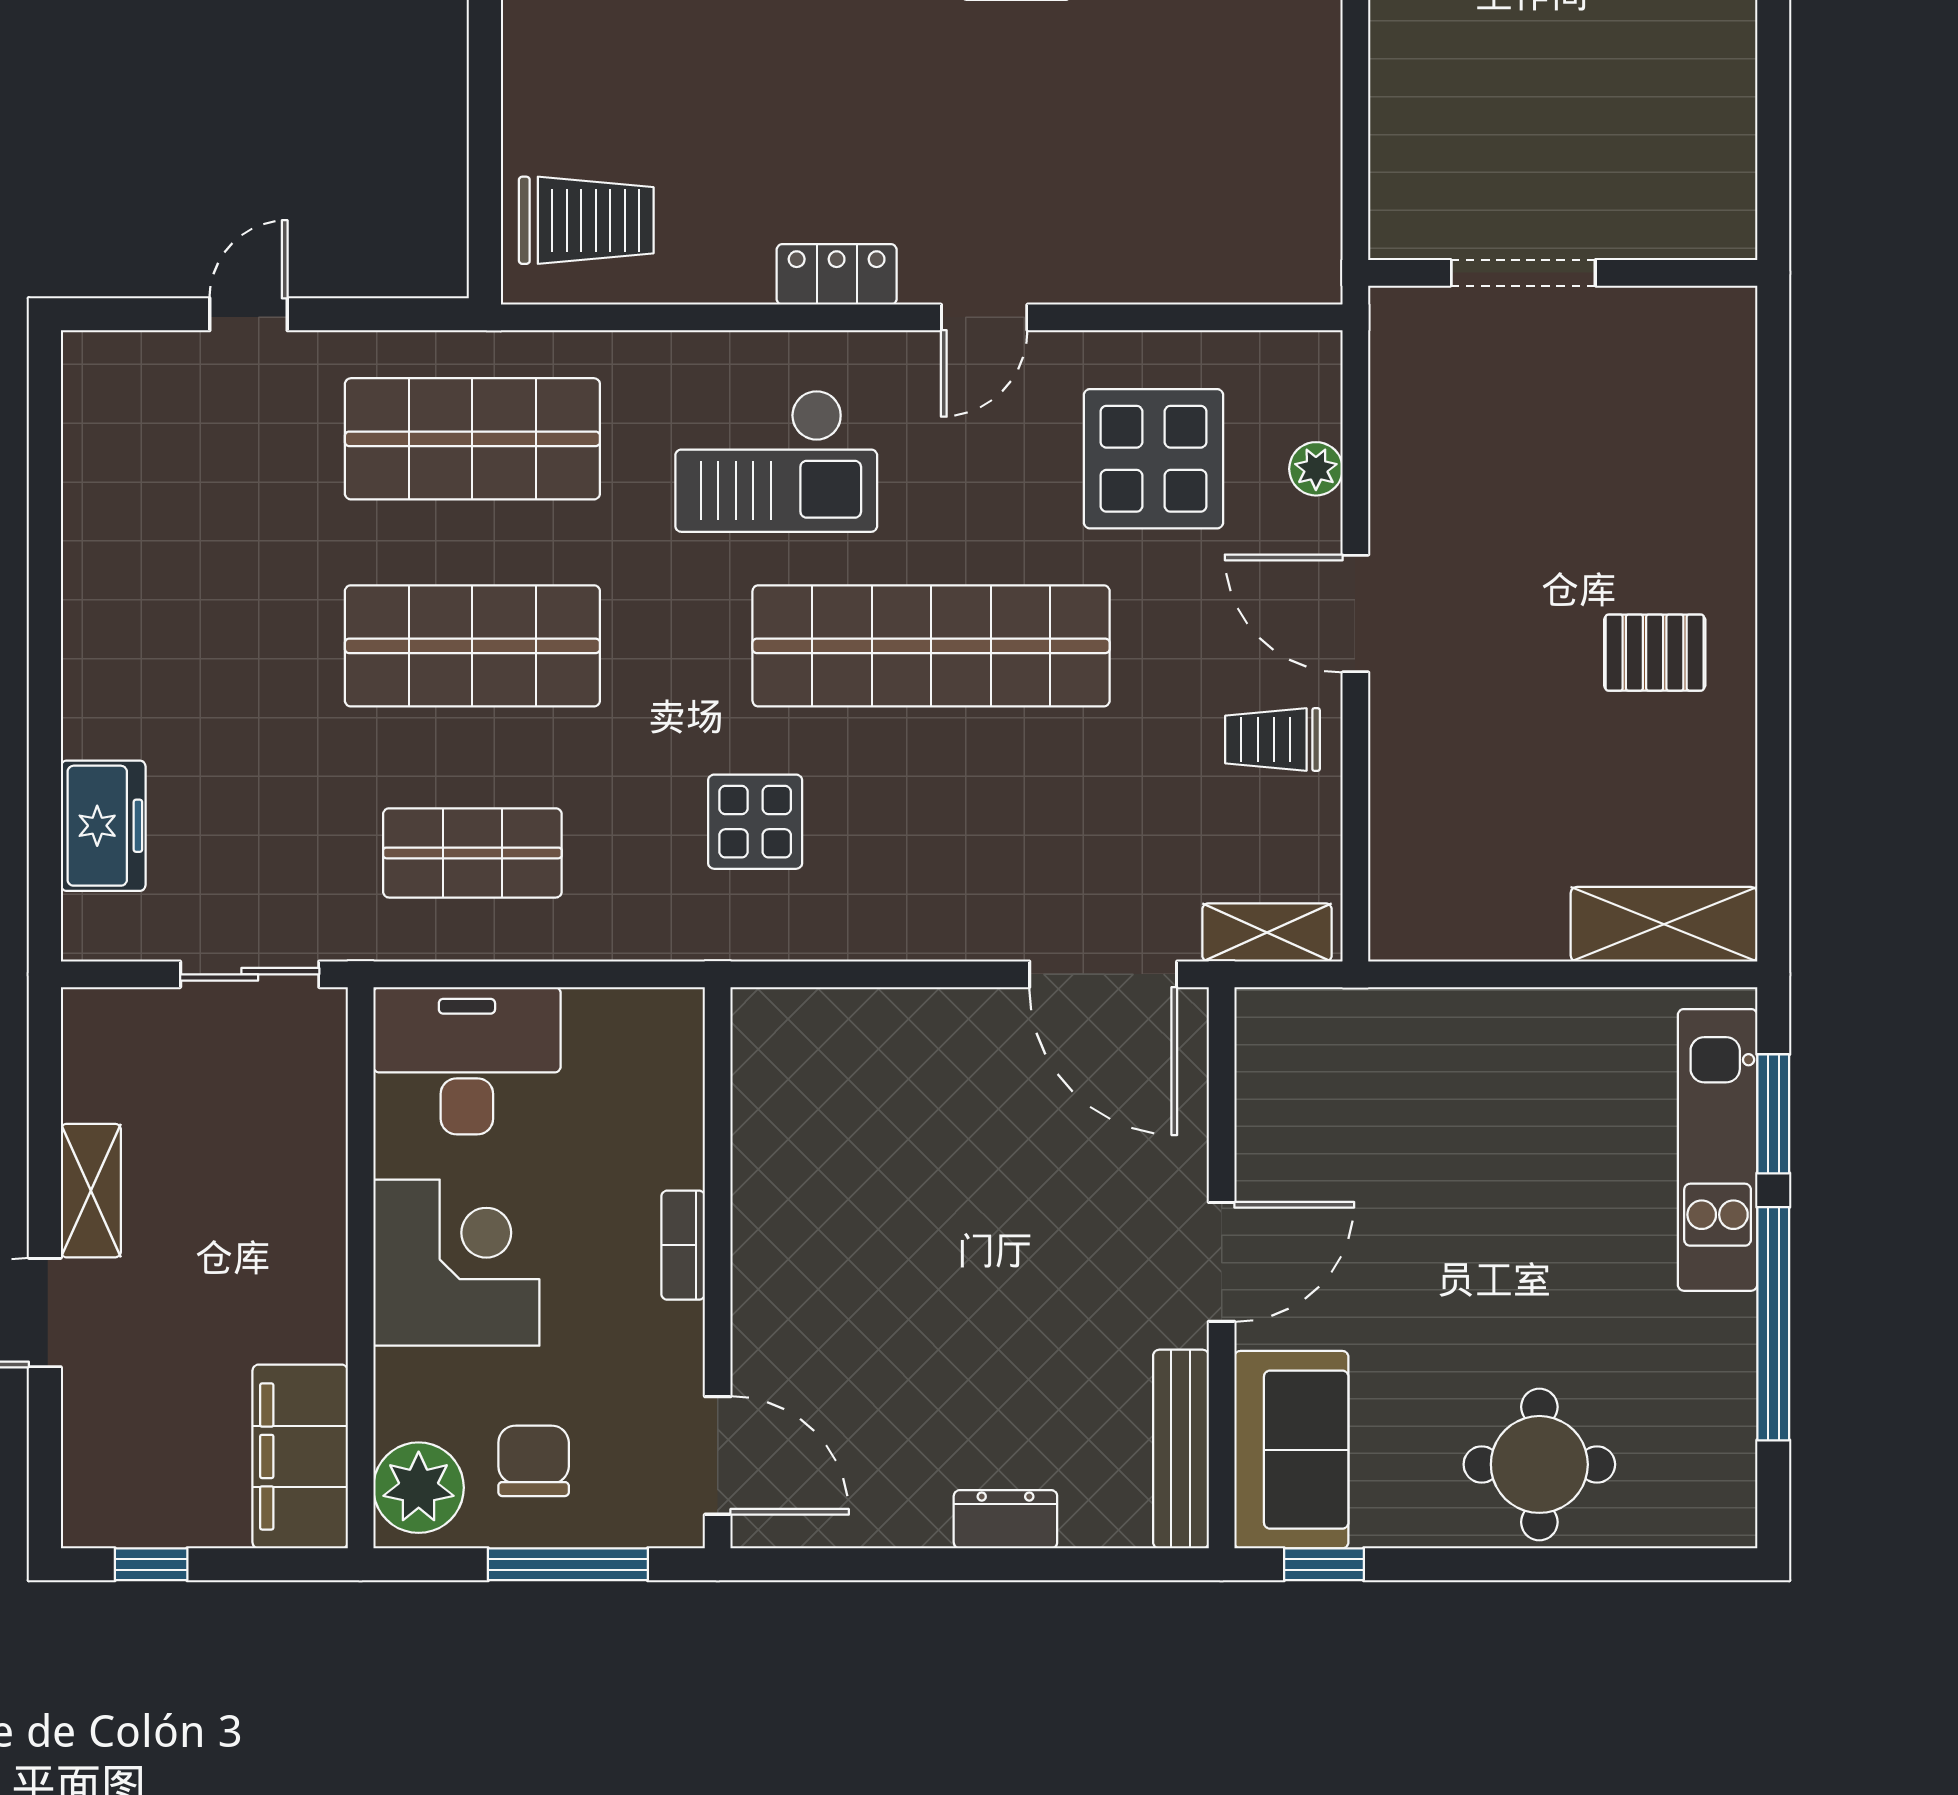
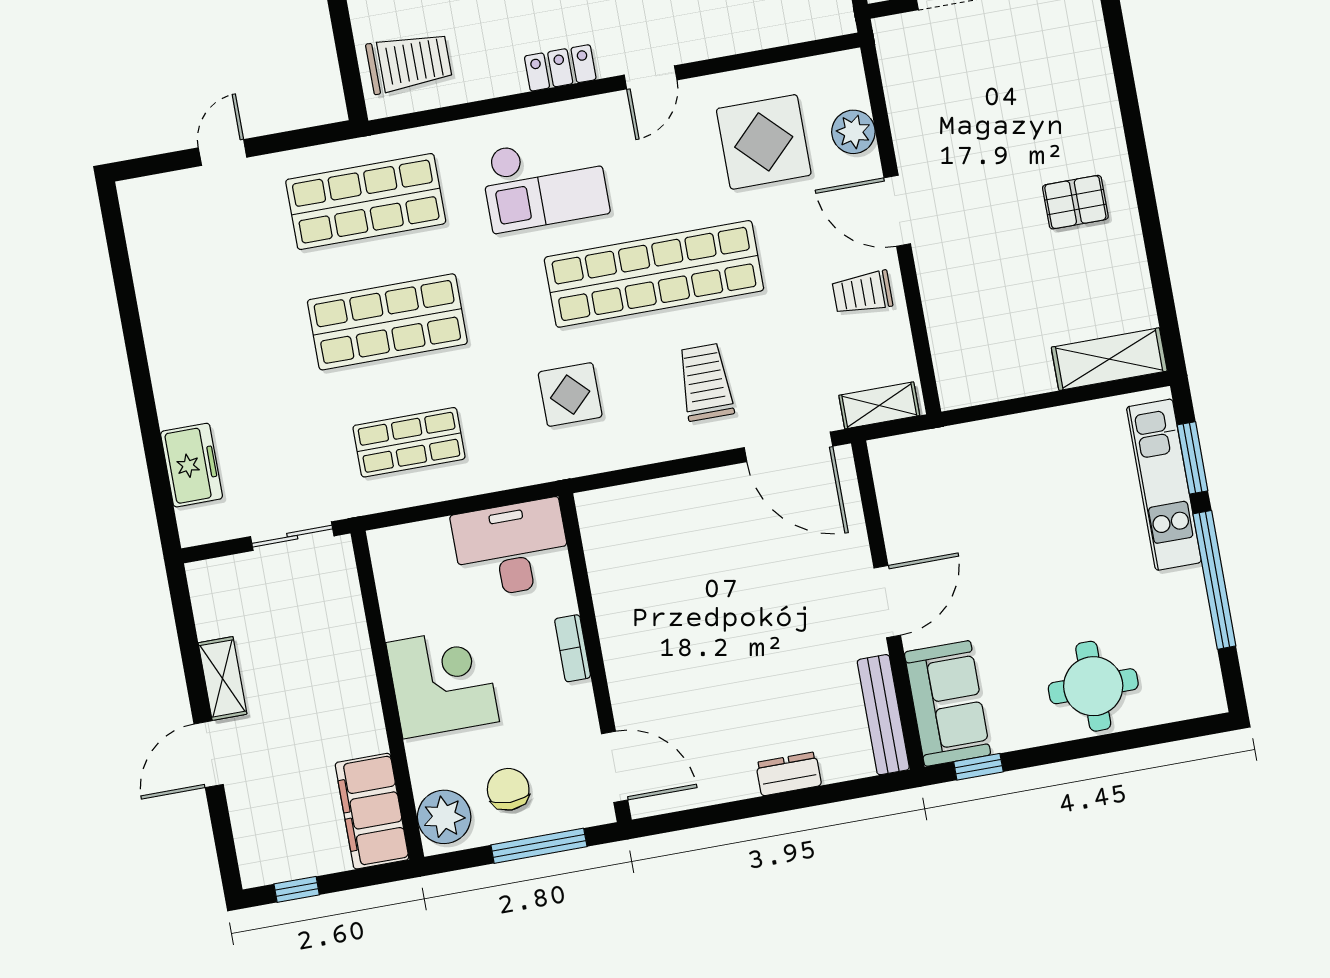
plant: (1316, 469) -> (853, 132), width x1.38, depth x1.38
trolley: (984, 842) -> (706, 382), added
desk: (467, 1061) -> (511, 549), moved

